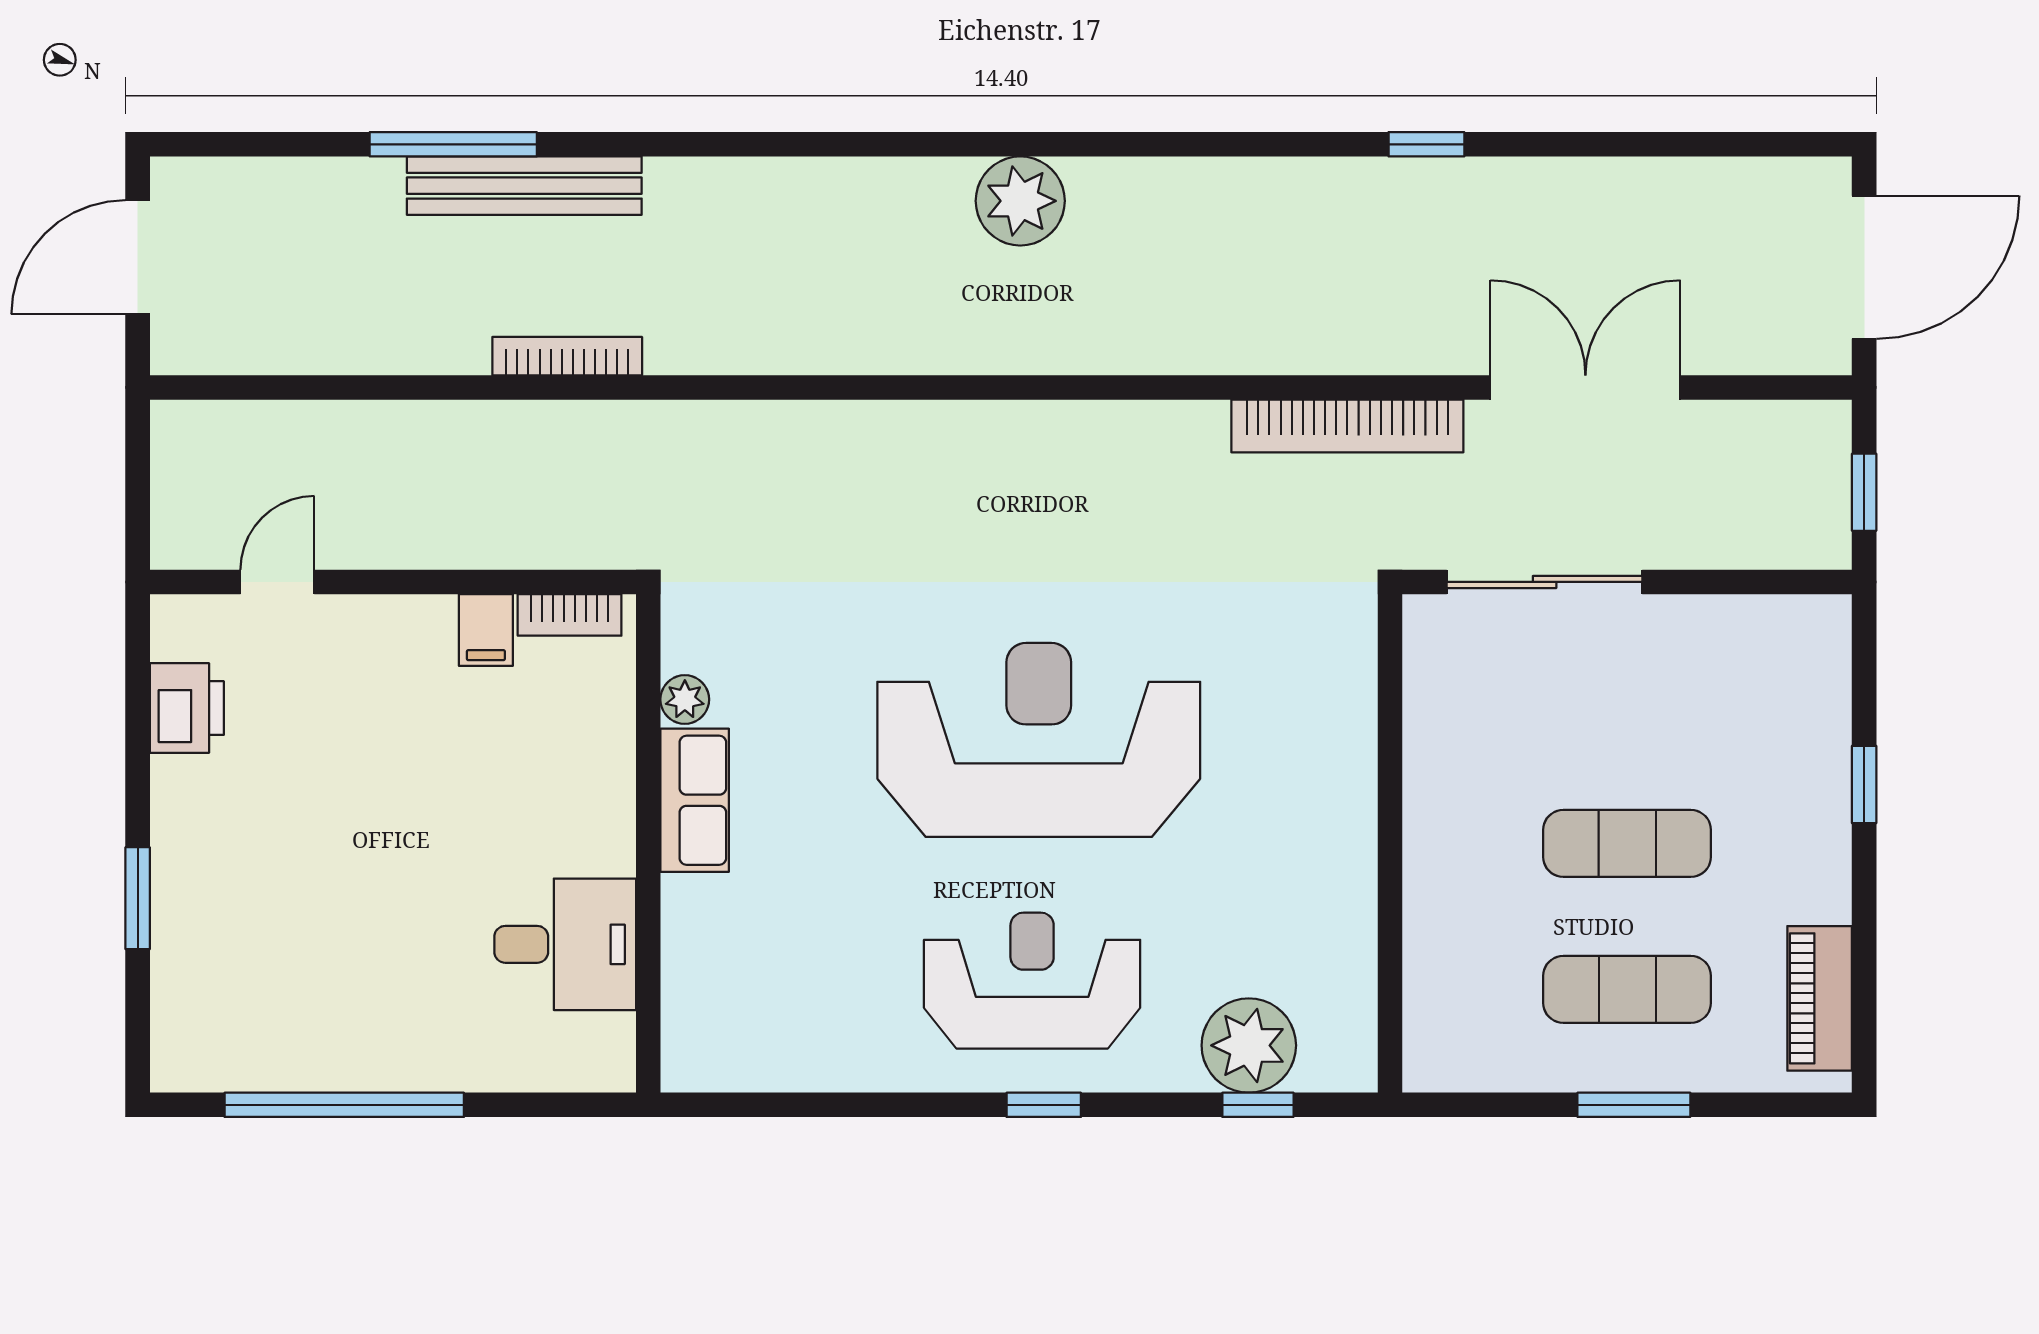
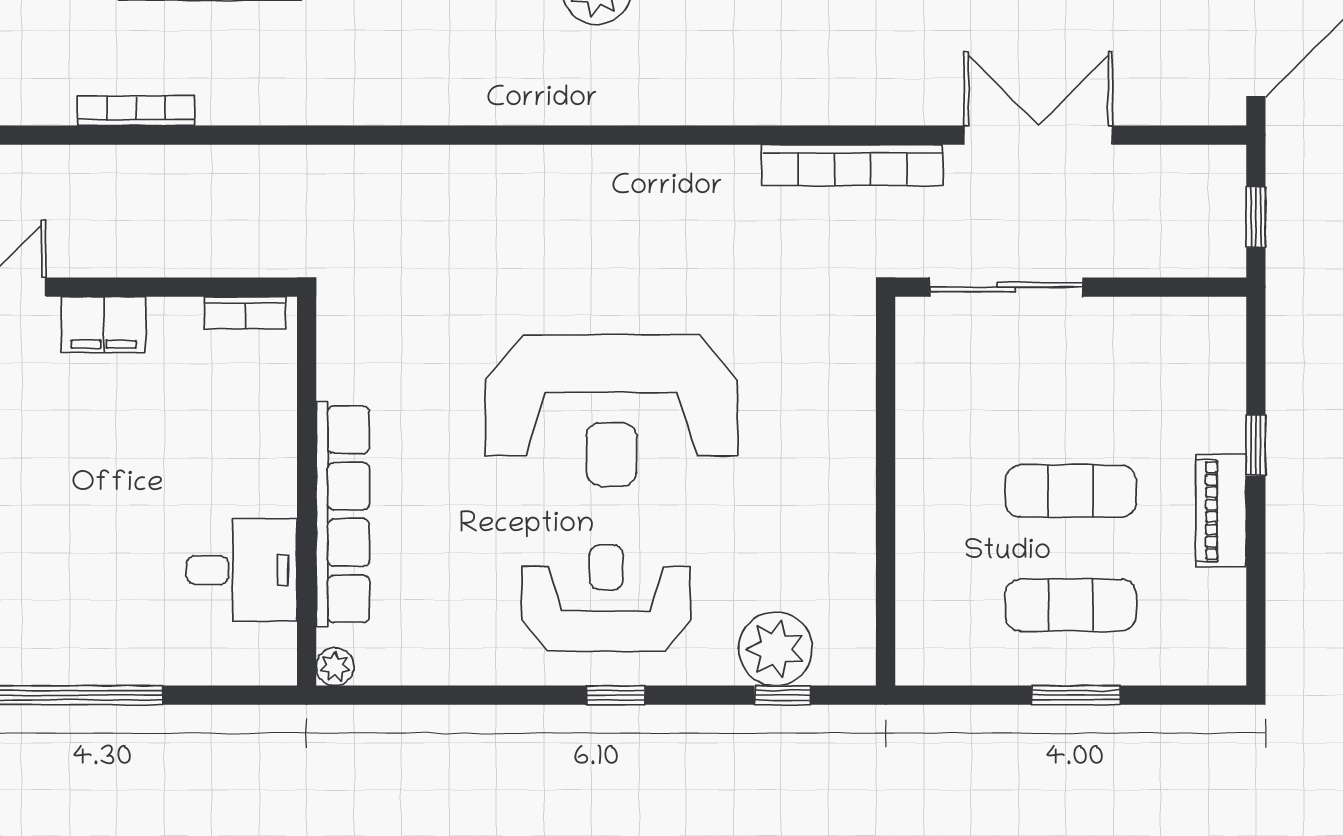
bookcase: (567, 356) -> (136, 111), moved
filing cabinet: (486, 630) -> (103, 325), moved, width x2.00
plant: (685, 699) -> (335, 667), moved
reception desk: (1039, 740) -> (611, 410), turned 180
row of seats: (695, 800) -> (343, 514), width x2.02
piano: (1820, 998) -> (1221, 511), moved

